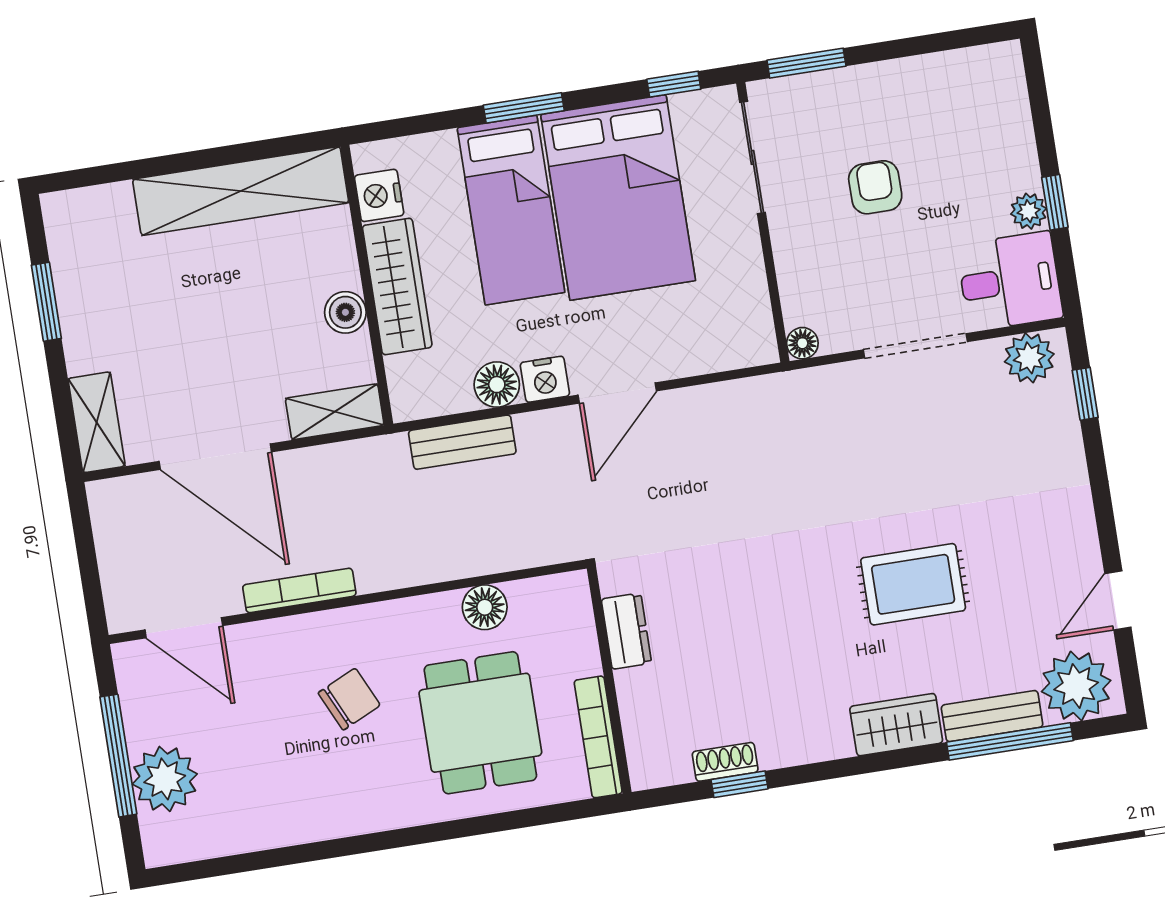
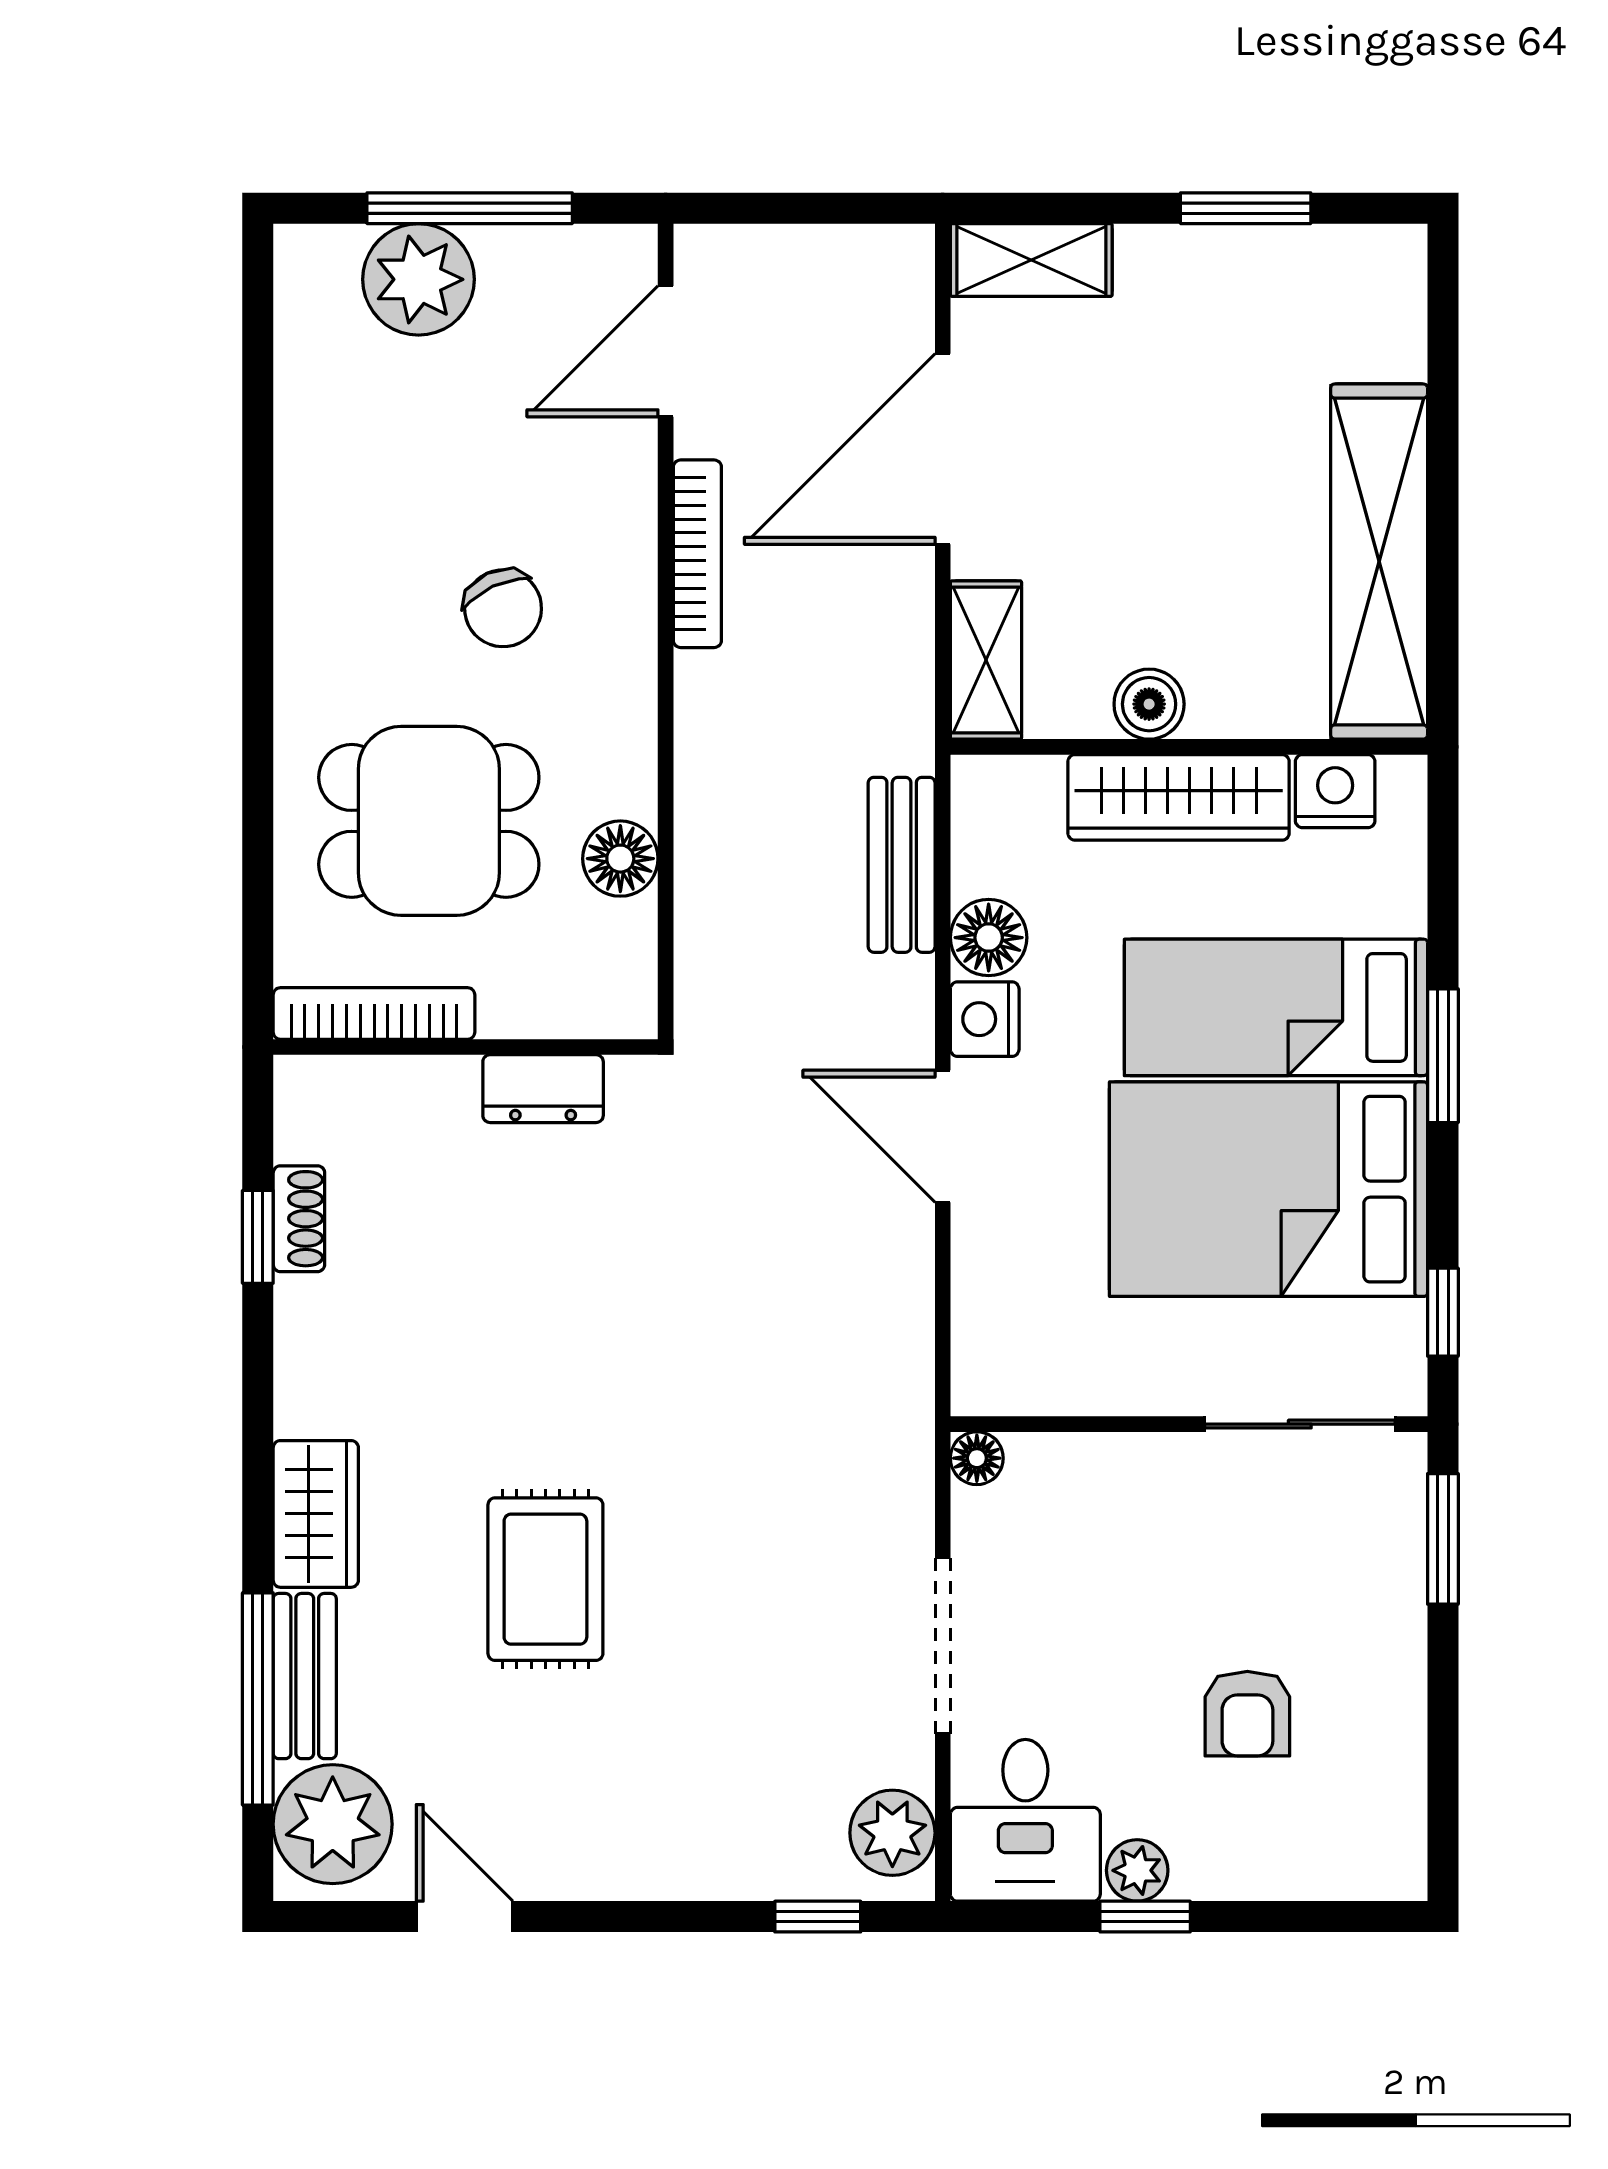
armchair: (875, 187) -> (1247, 1714), moved, turned 90

